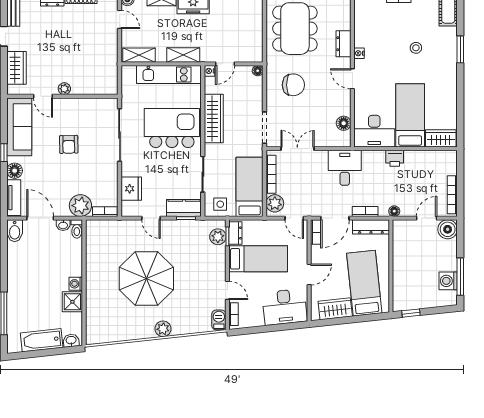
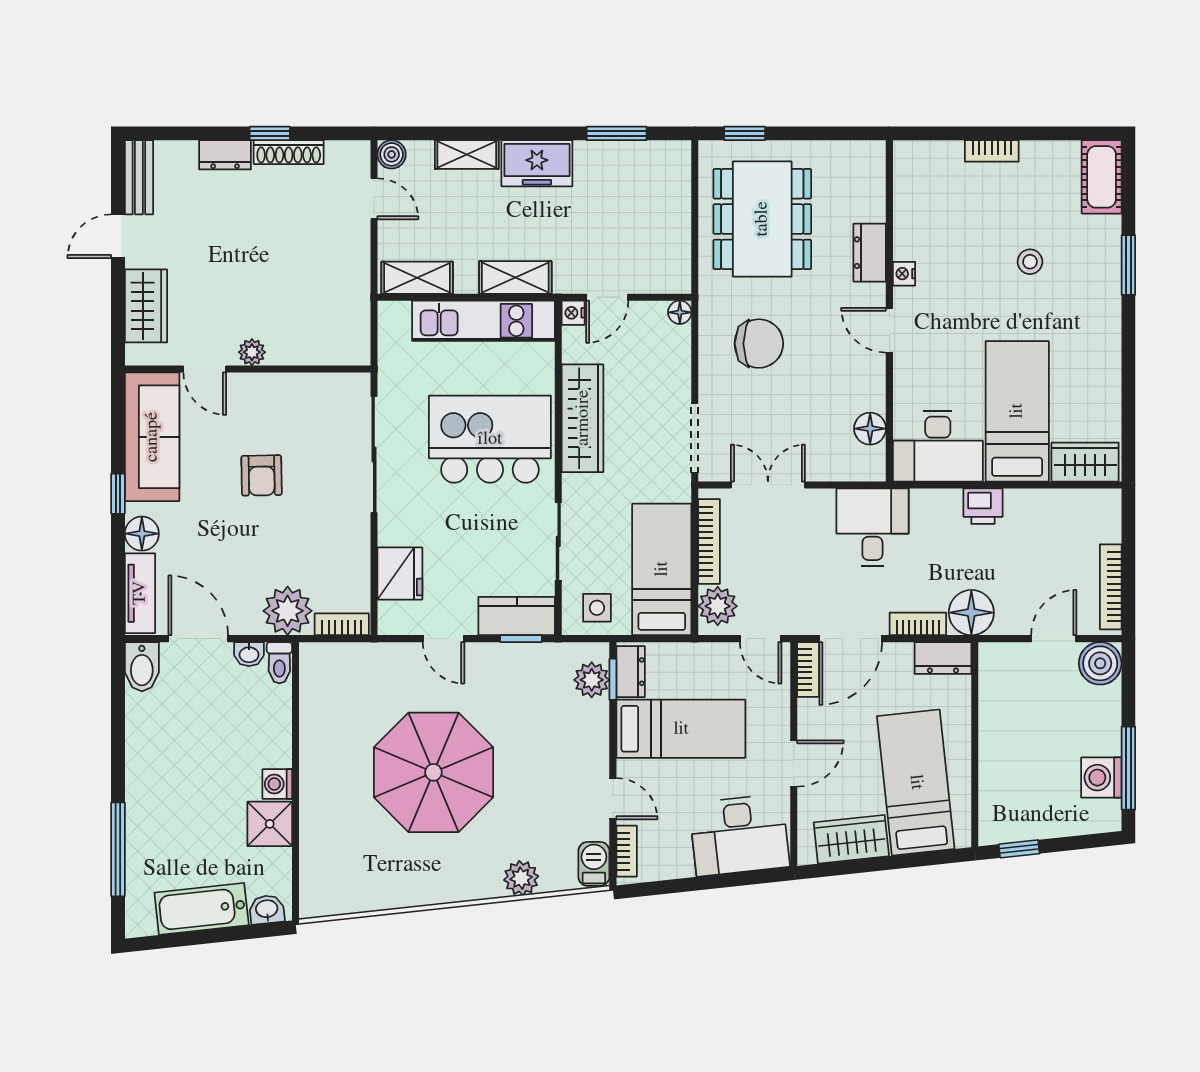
floor lamp: (394, 211) -> (971, 613), width x1.89, depth x1.89
dresser: (371, 227) -> (943, 658), width x0.70
plant: (163, 329) -> (521, 878), moved

